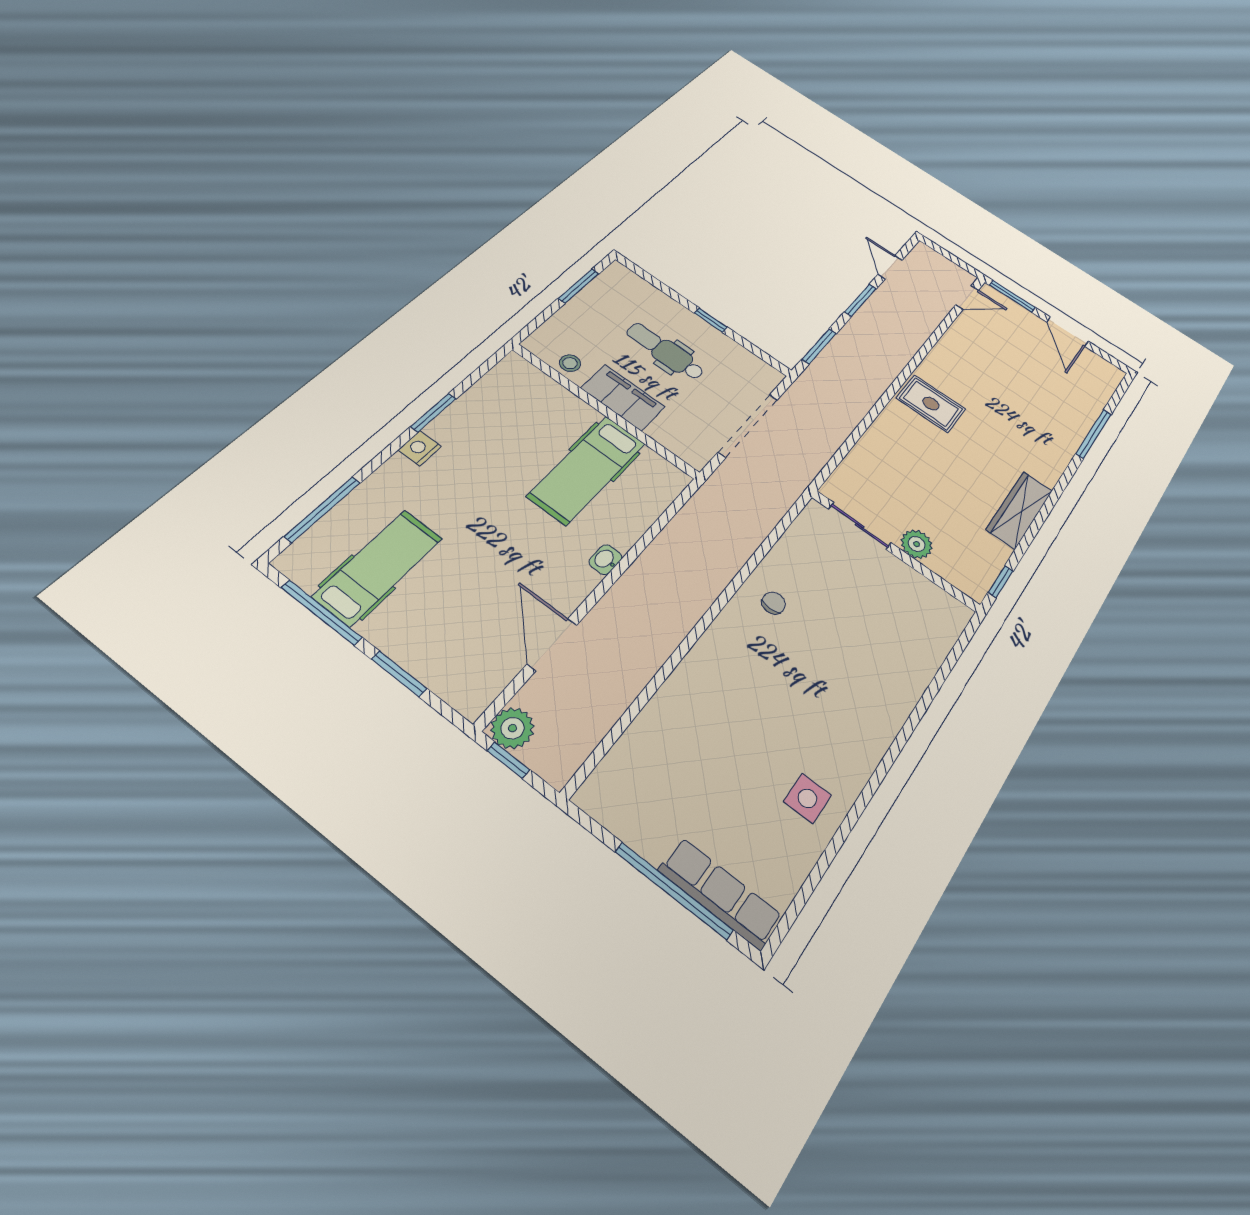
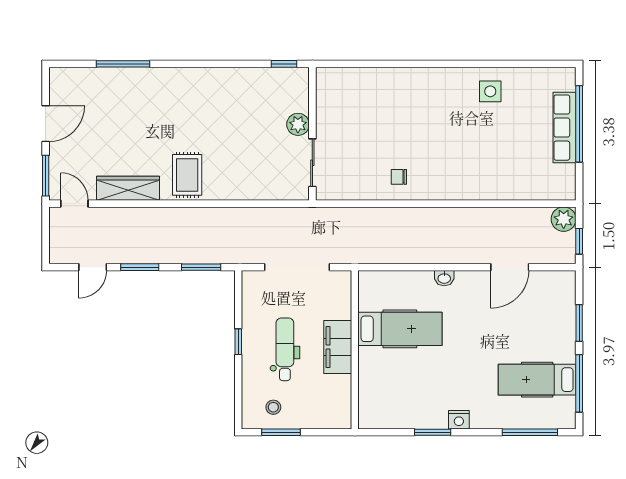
dental chair: (665, 351) -> (285, 349), turned 180
stool: (570, 363) -> (273, 407), moved
wardrobe: (1020, 510) -> (128, 188), moved, turned 180
plant: (512, 728) -> (564, 219), moved
row of seats: (720, 893) -> (565, 128), moved

